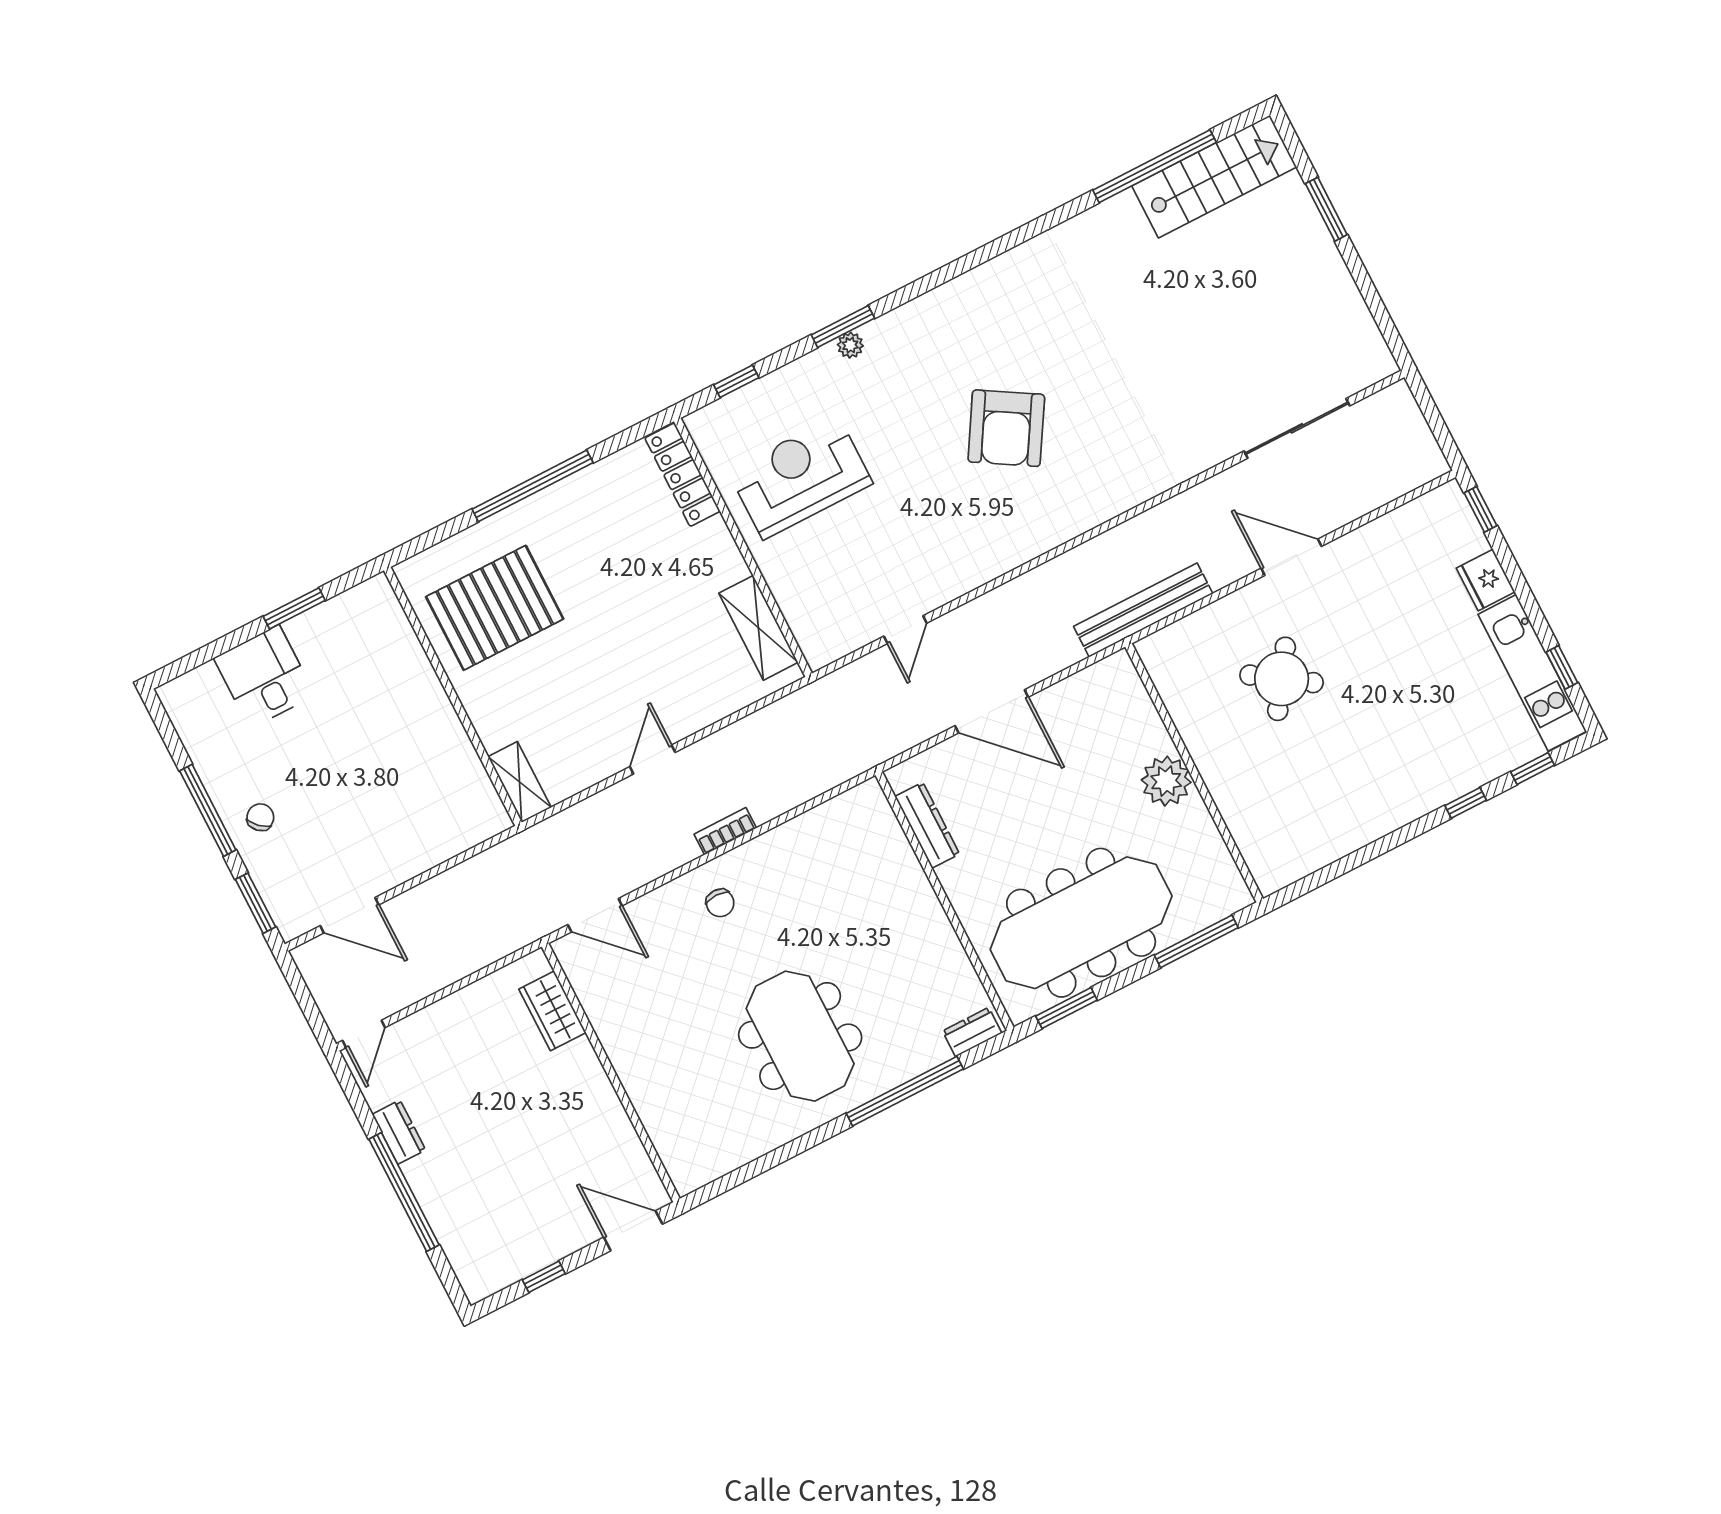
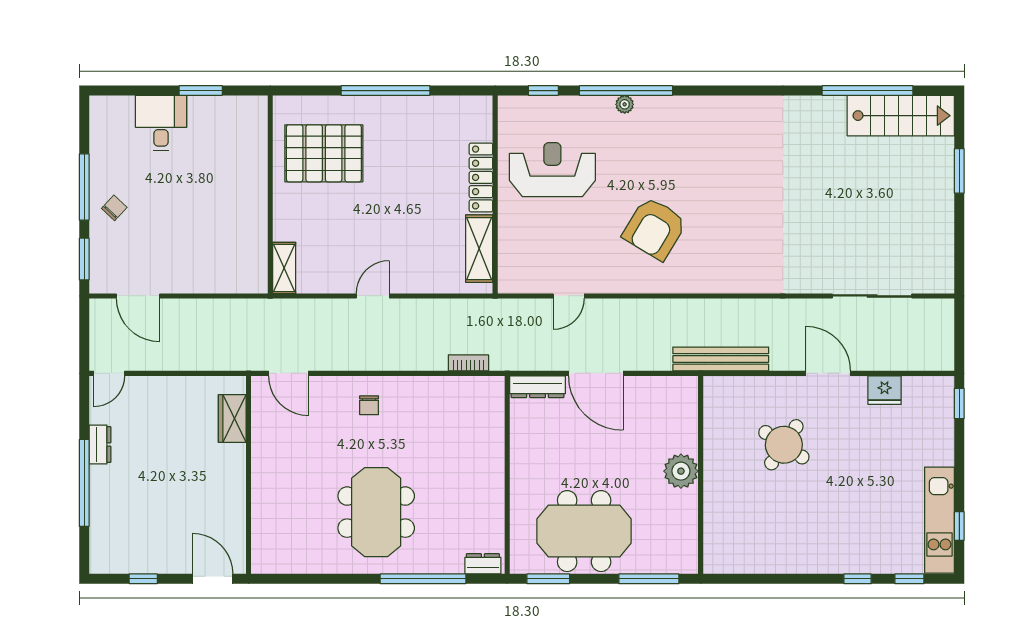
window: (843, 326) -> (626, 91), width x2.11
armchair: (1006, 428) -> (655, 228), moved
locker: (683, 475) -> (481, 177), moved
fridge: (1486, 580) -> (885, 390), moved, turned -90
dresser: (927, 825) -> (538, 387), moved, turned 90
bookcase: (725, 831) -> (468, 363), moved
meeting table: (1081, 923) -> (584, 531), width x0.73

